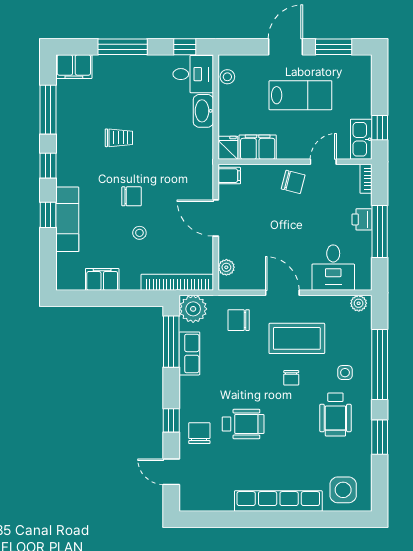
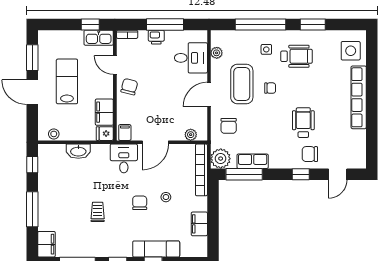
desk: (193, 74) -> (124, 158), moved
plant: (359, 303) -> (217, 53), moved

